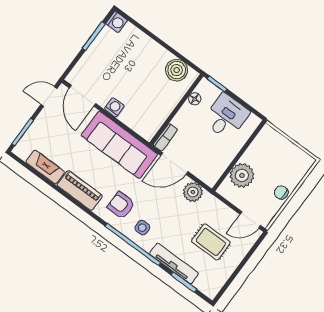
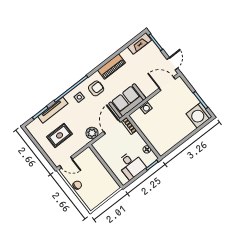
washing machine: (117, 22) -> (199, 115), width x1.89, depth x1.89
boiler: (177, 70) -> (167, 144), removed
washing machine: (114, 107) -> (146, 108), moved
sofa: (119, 145) -> (127, 101), width x0.73
fireplace: (45, 167) -> (139, 43), moved
plant: (242, 175) -> (94, 165), removed
door: (250, 220) -> (66, 162), swing flipped

